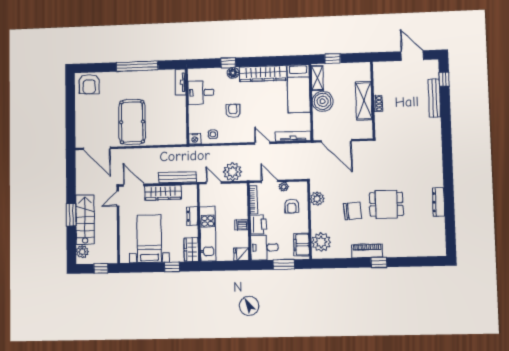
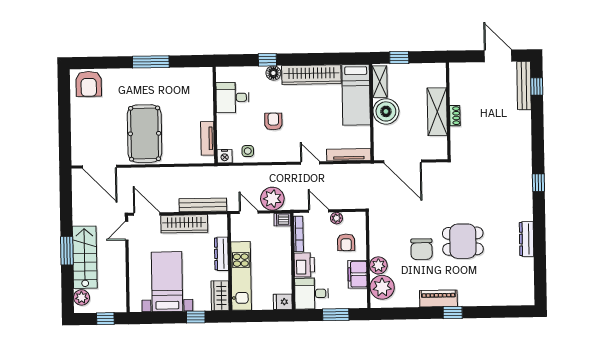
window: (137, 66) -> (151, 62), width x0.68
tv unit: (181, 82) -> (207, 138), moved
bench: (434, 98) -> (524, 85), moved
window: (447, 156) -> (538, 183), added
plant: (317, 199) -> (378, 265), moved
chair: (353, 211) -> (421, 249), turned 94
dresser: (192, 216) -> (221, 254), width x1.44
dishwasher: (241, 225) -> (282, 220), moved
filing cabinet: (301, 245) -> (358, 274), moved

